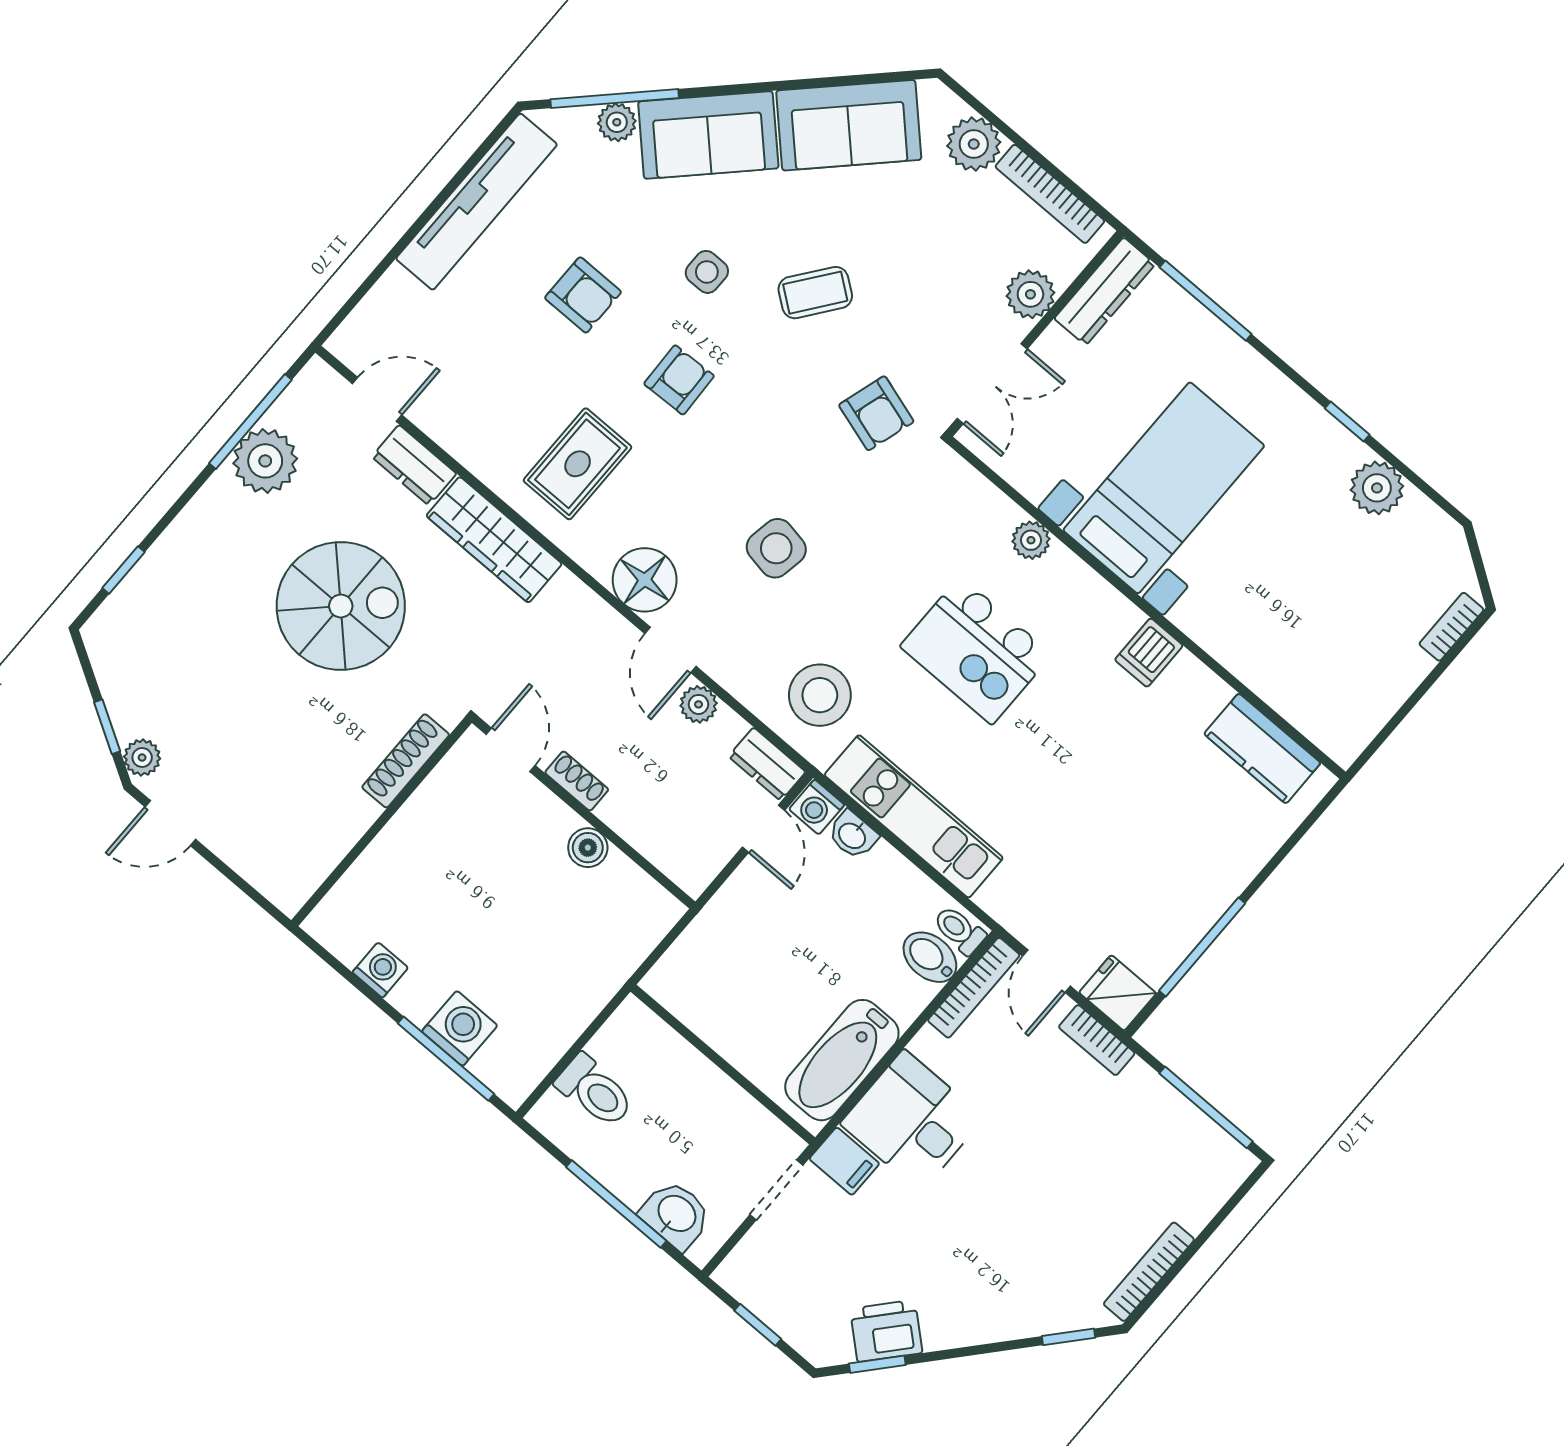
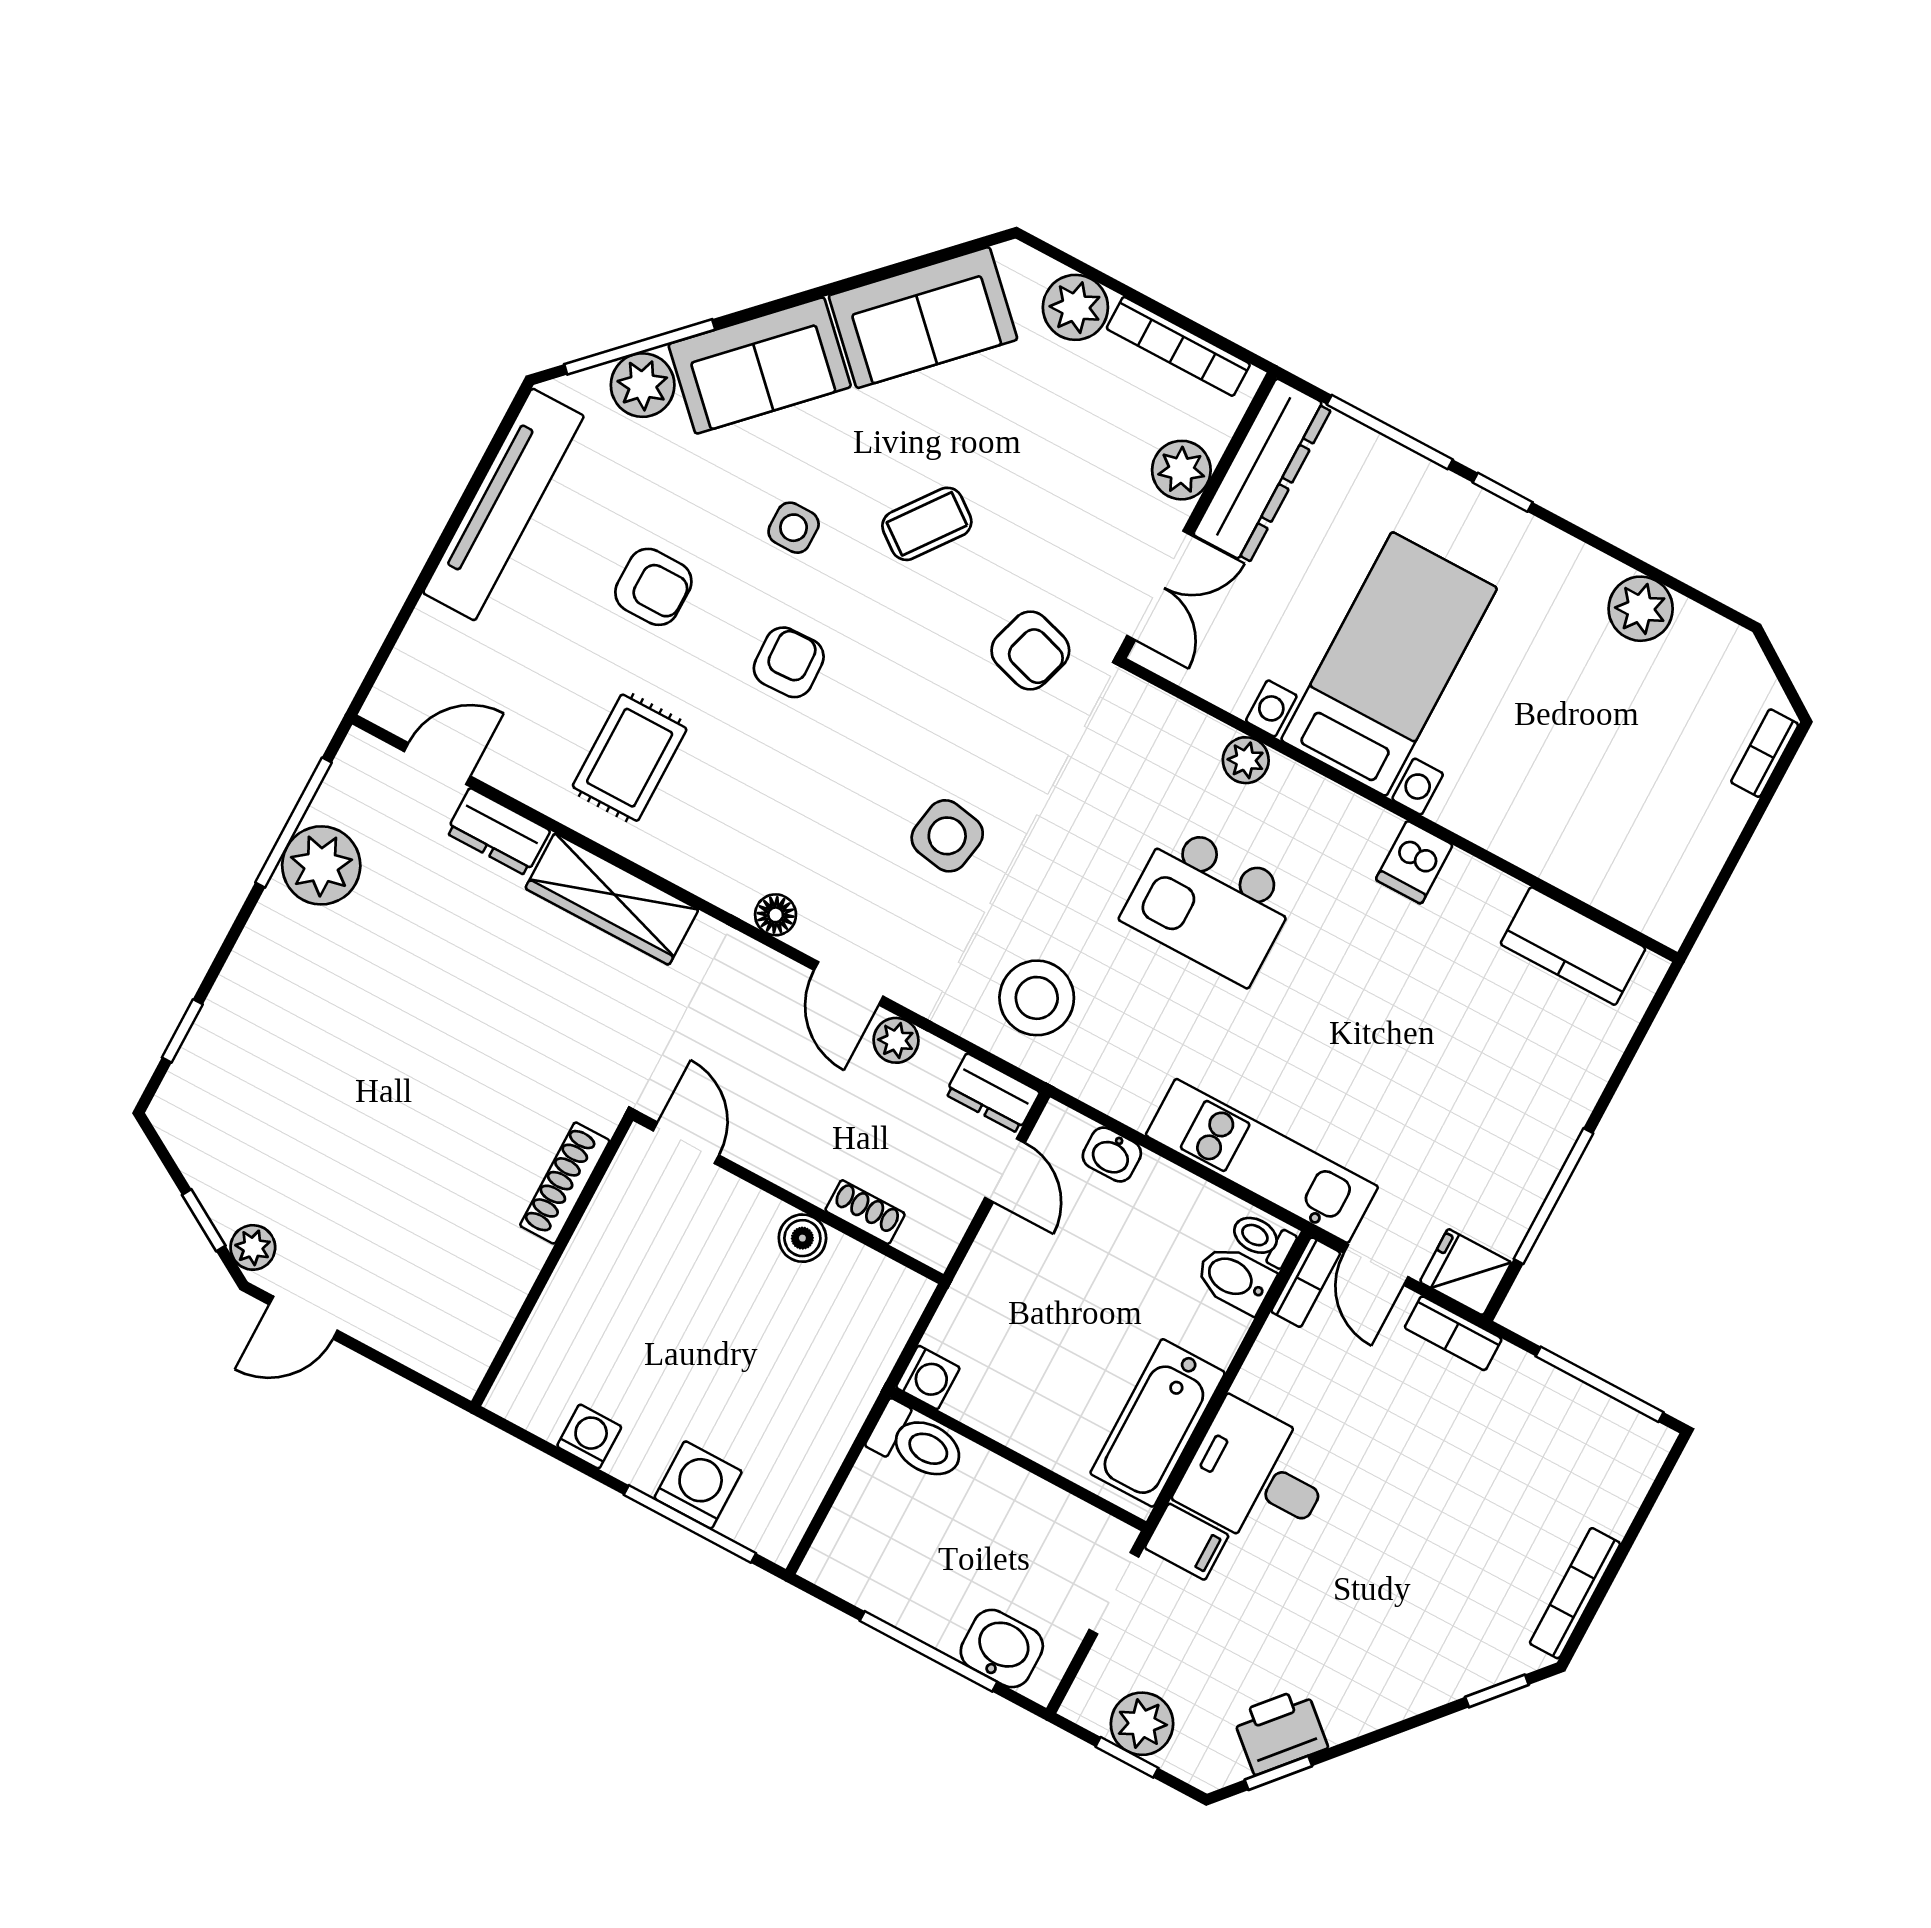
plant: (617, 122) -> (643, 385), width x1.38, depth x1.38
dresser: (1105, 291) -> (1263, 471), width x1.37, depth x1.24
window: (1347, 422) -> (1503, 492), moved
rug: (578, 464) -> (630, 758), moved
floor lamp: (645, 580) -> (776, 915), width x0.53, depth x0.53
spiral stairs: (341, 606) -> (448, 1017), removed
shoe rack: (577, 781) -> (865, 1212), moved
washing machine: (817, 807) -> (928, 1377), moved, turned -90
kitchen unit: (914, 816) -> (1262, 1161), moved
bookcase: (974, 988) -> (1306, 1282), width x0.64
toilet: (595, 1091) -> (917, 1443), moved
plant: (776, 1300) -> (1142, 1724), added

